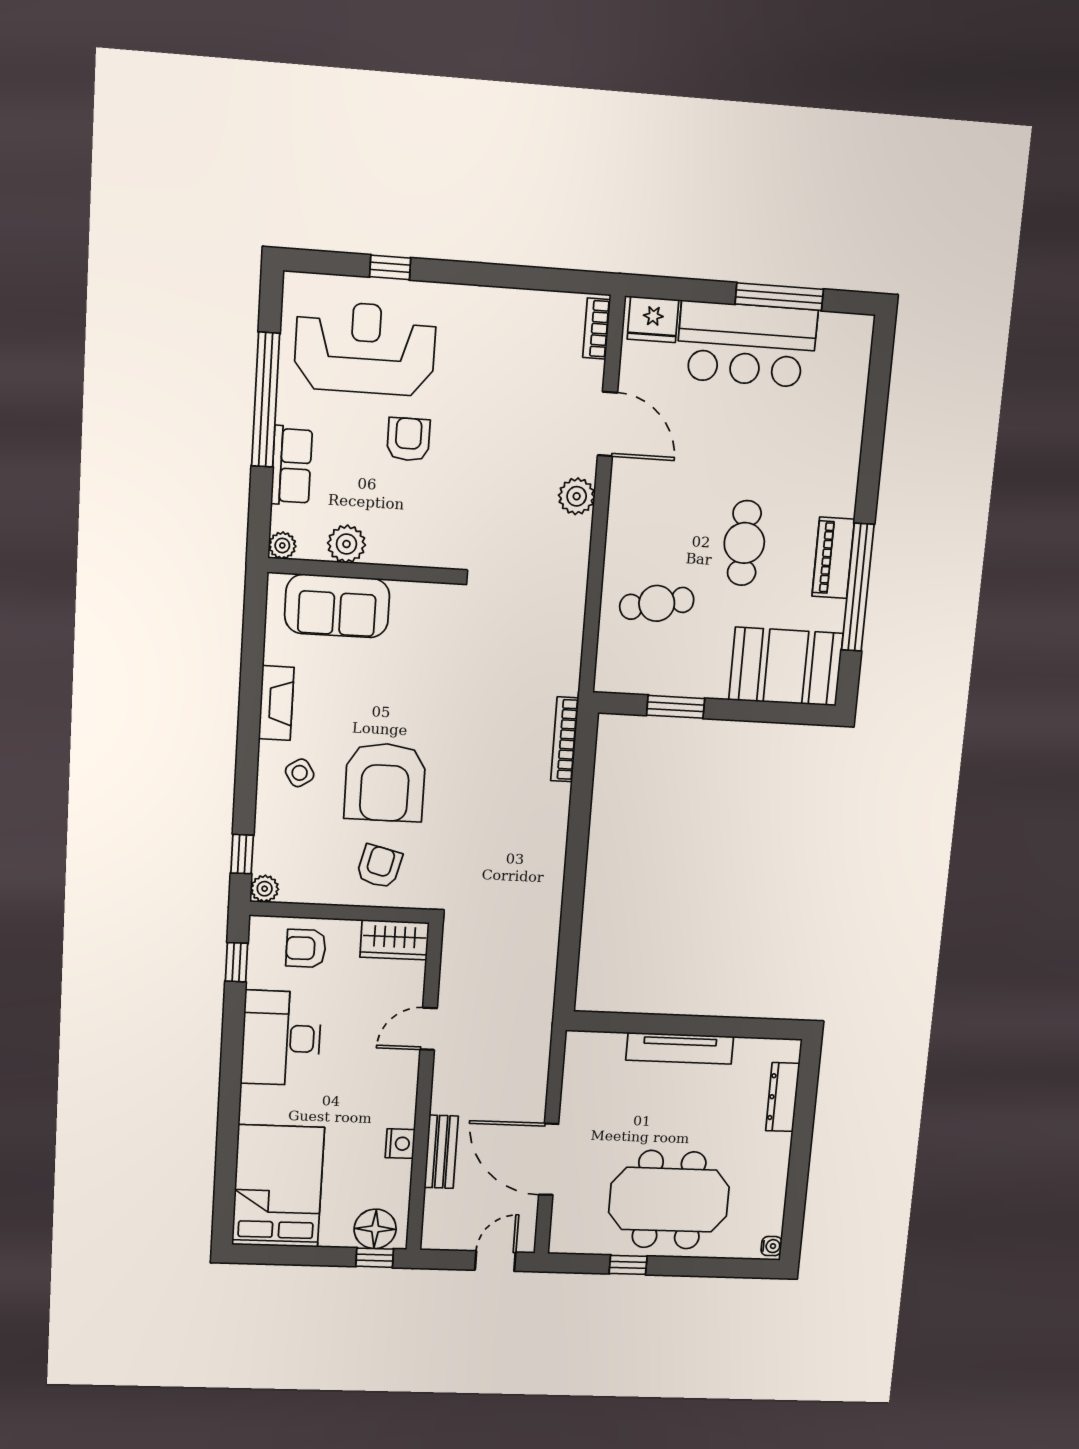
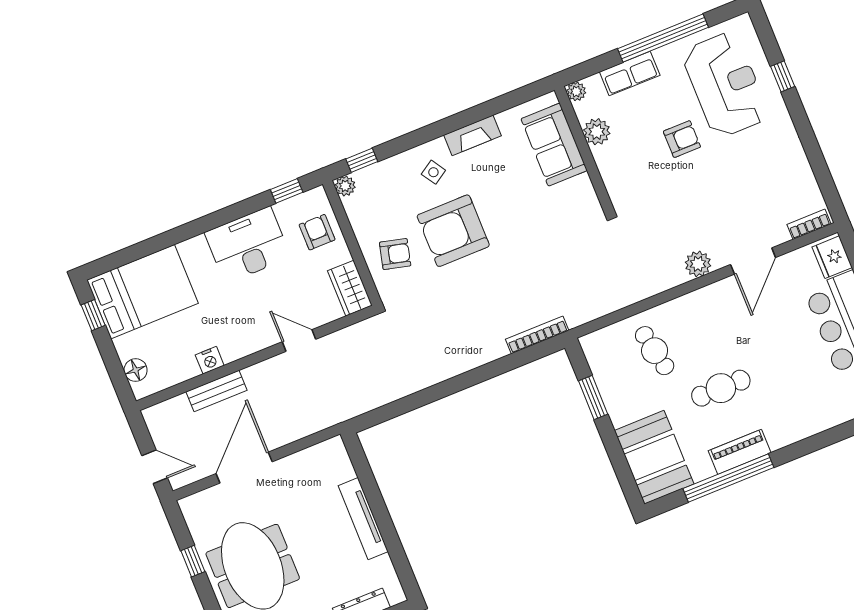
floor lamp: (375, 1229) -> (136, 370), width x0.73, depth x0.73
window: (375, 1258) -> (93, 315), moved

